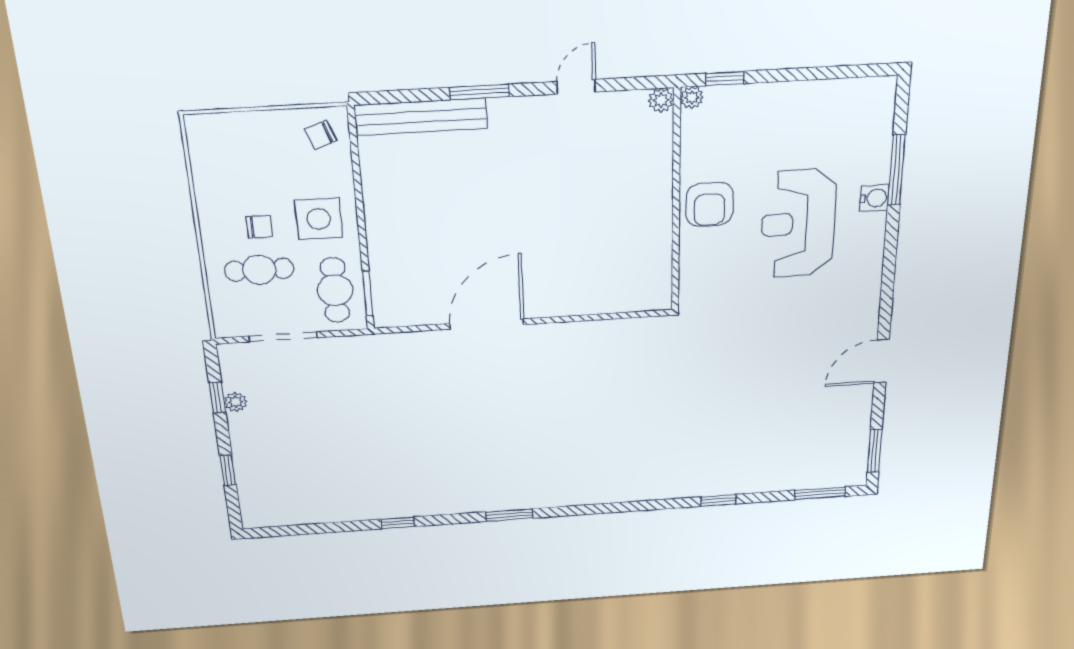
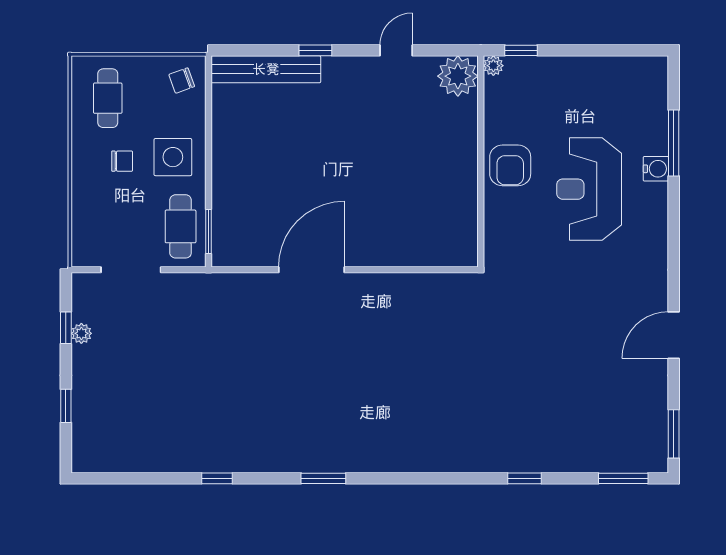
window: (479, 92) -> (315, 50), width x0.67
plant: (661, 100) -> (458, 76), width x1.87, depth x1.87
cafe table: (259, 270) -> (108, 98), moved, turned 90

